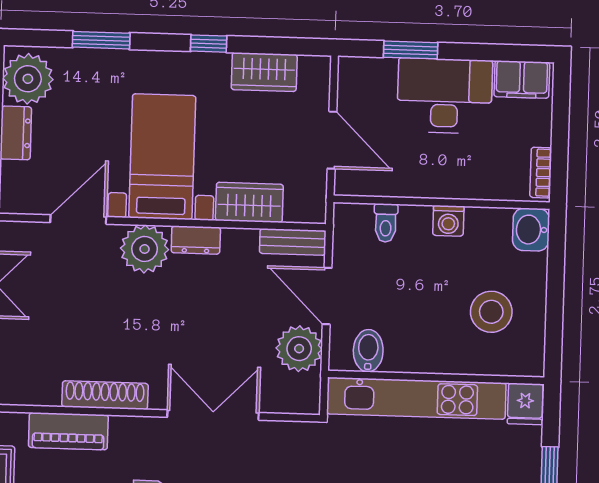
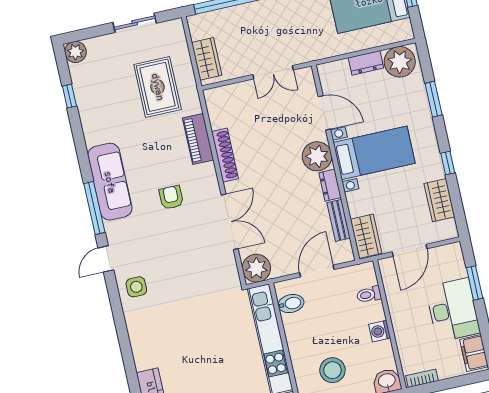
wardrobe: (249, 202) -> (366, 236), moved
bench: (293, 242) -> (339, 220), moved
plant: (299, 349) -> (256, 268), moved

